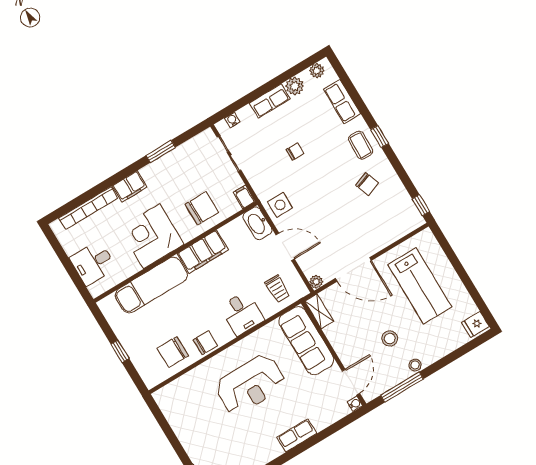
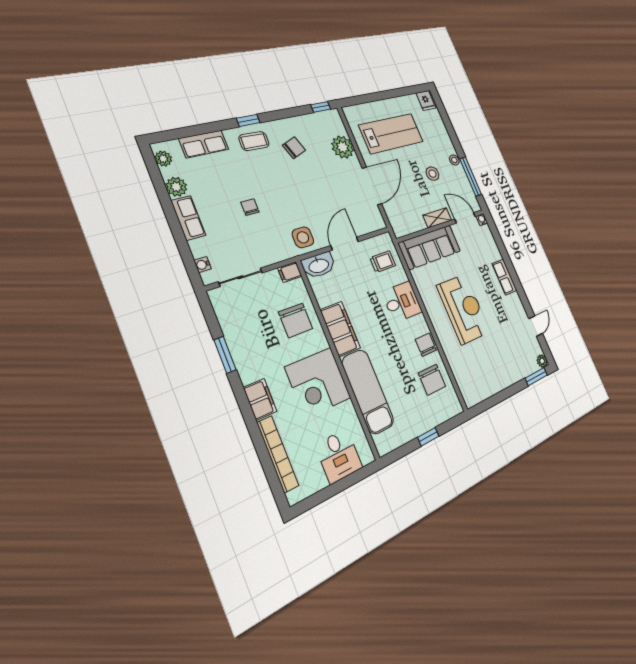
chair: (202, 208) -> (296, 320), turned 180
plant: (316, 282) -> (343, 147), moved, width x1.88, depth x1.88
shelving: (319, 311) -> (437, 218), moved

